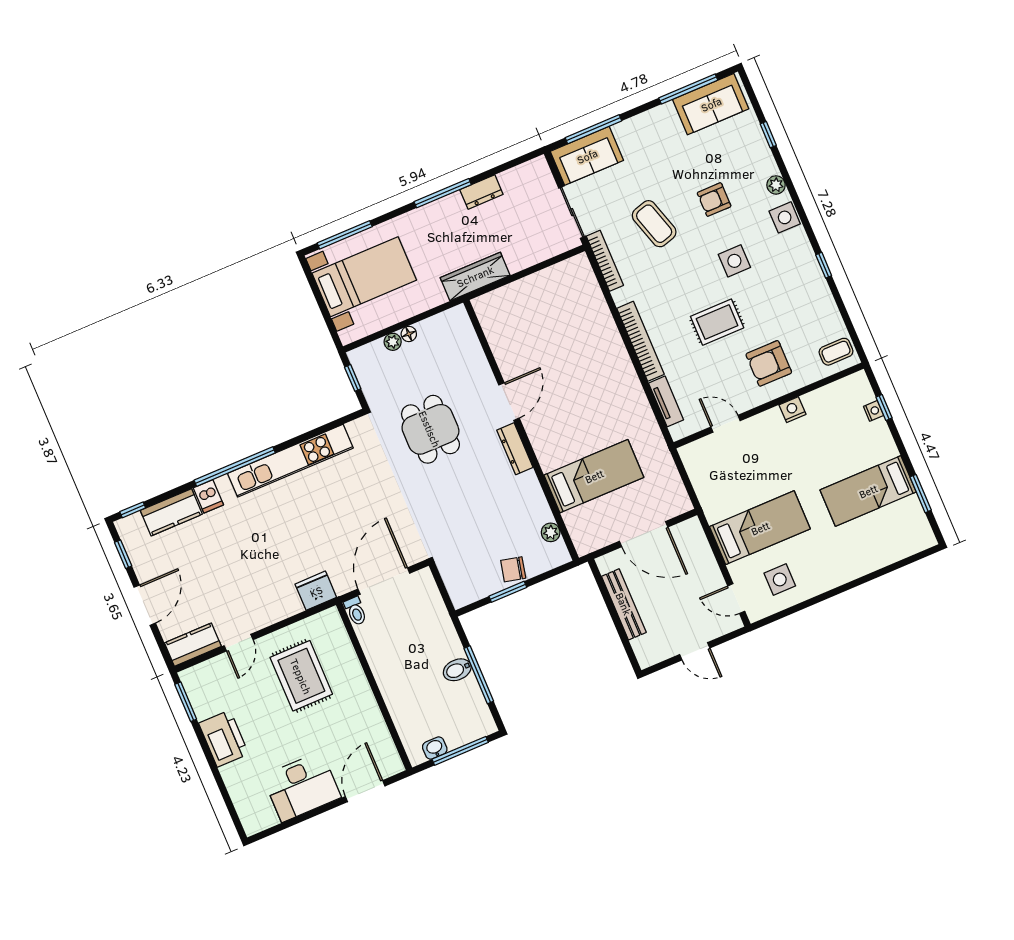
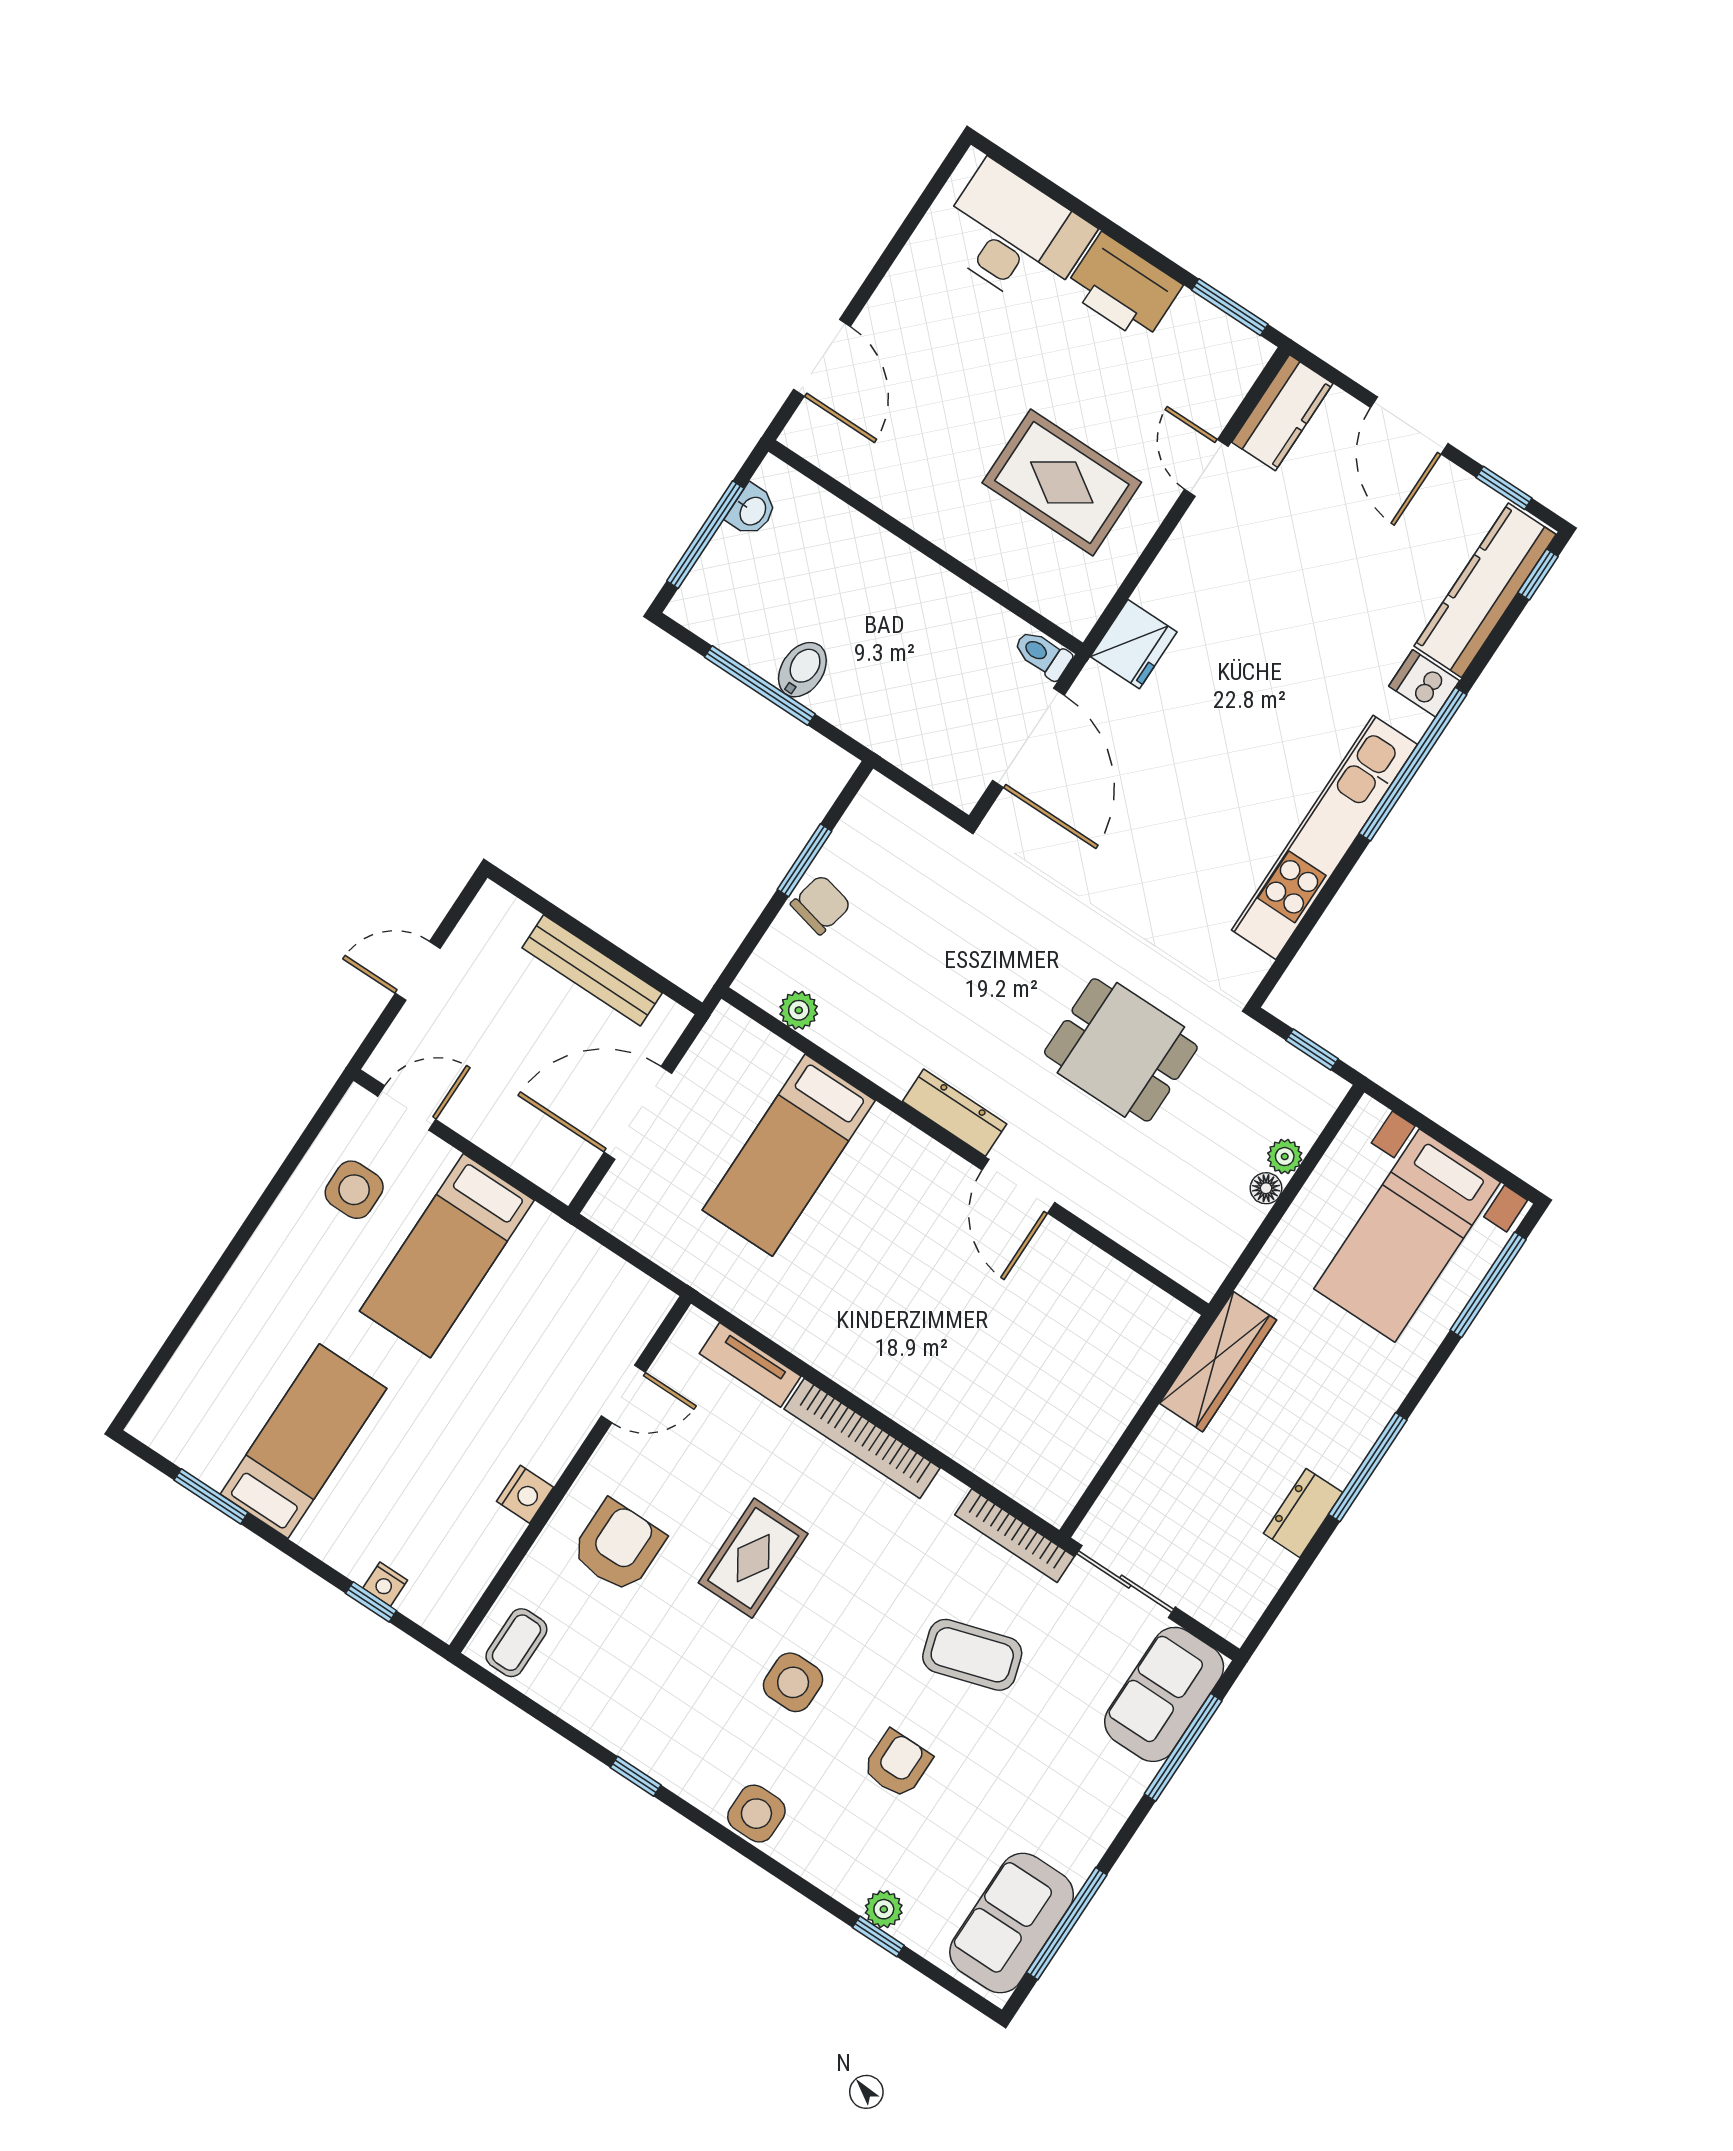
plant: (776, 185) -> (884, 1909), moved
kitchen counter: (171, 512) -> (1485, 590), width x1.50
desk: (302, 787) -> (1014, 236), moved, turned 90

